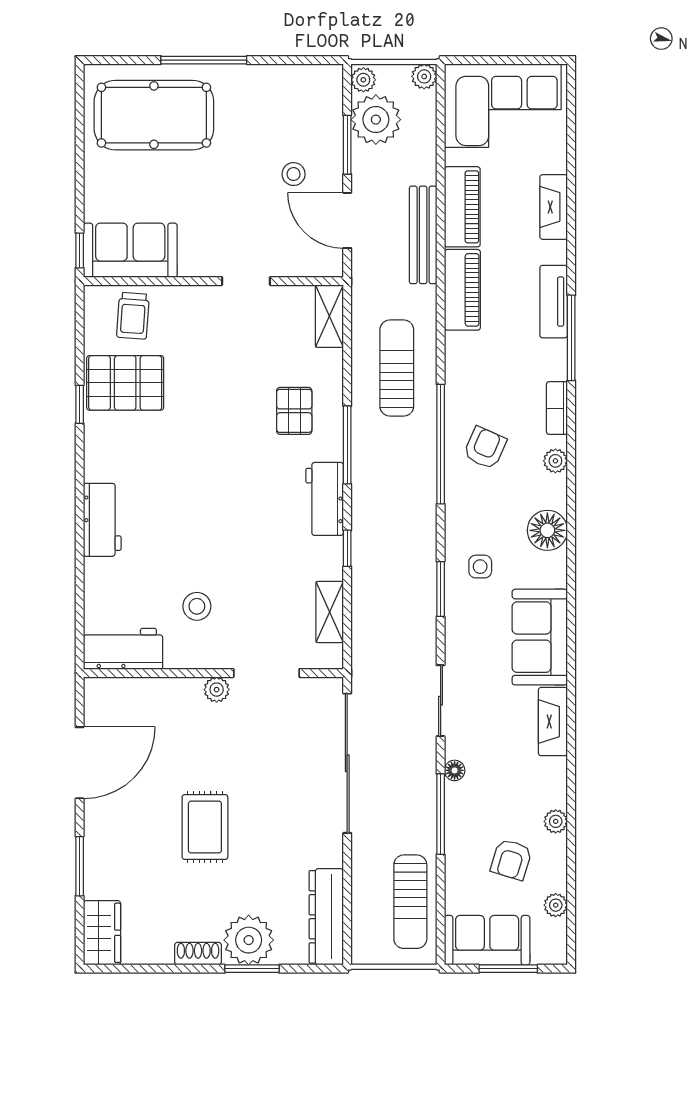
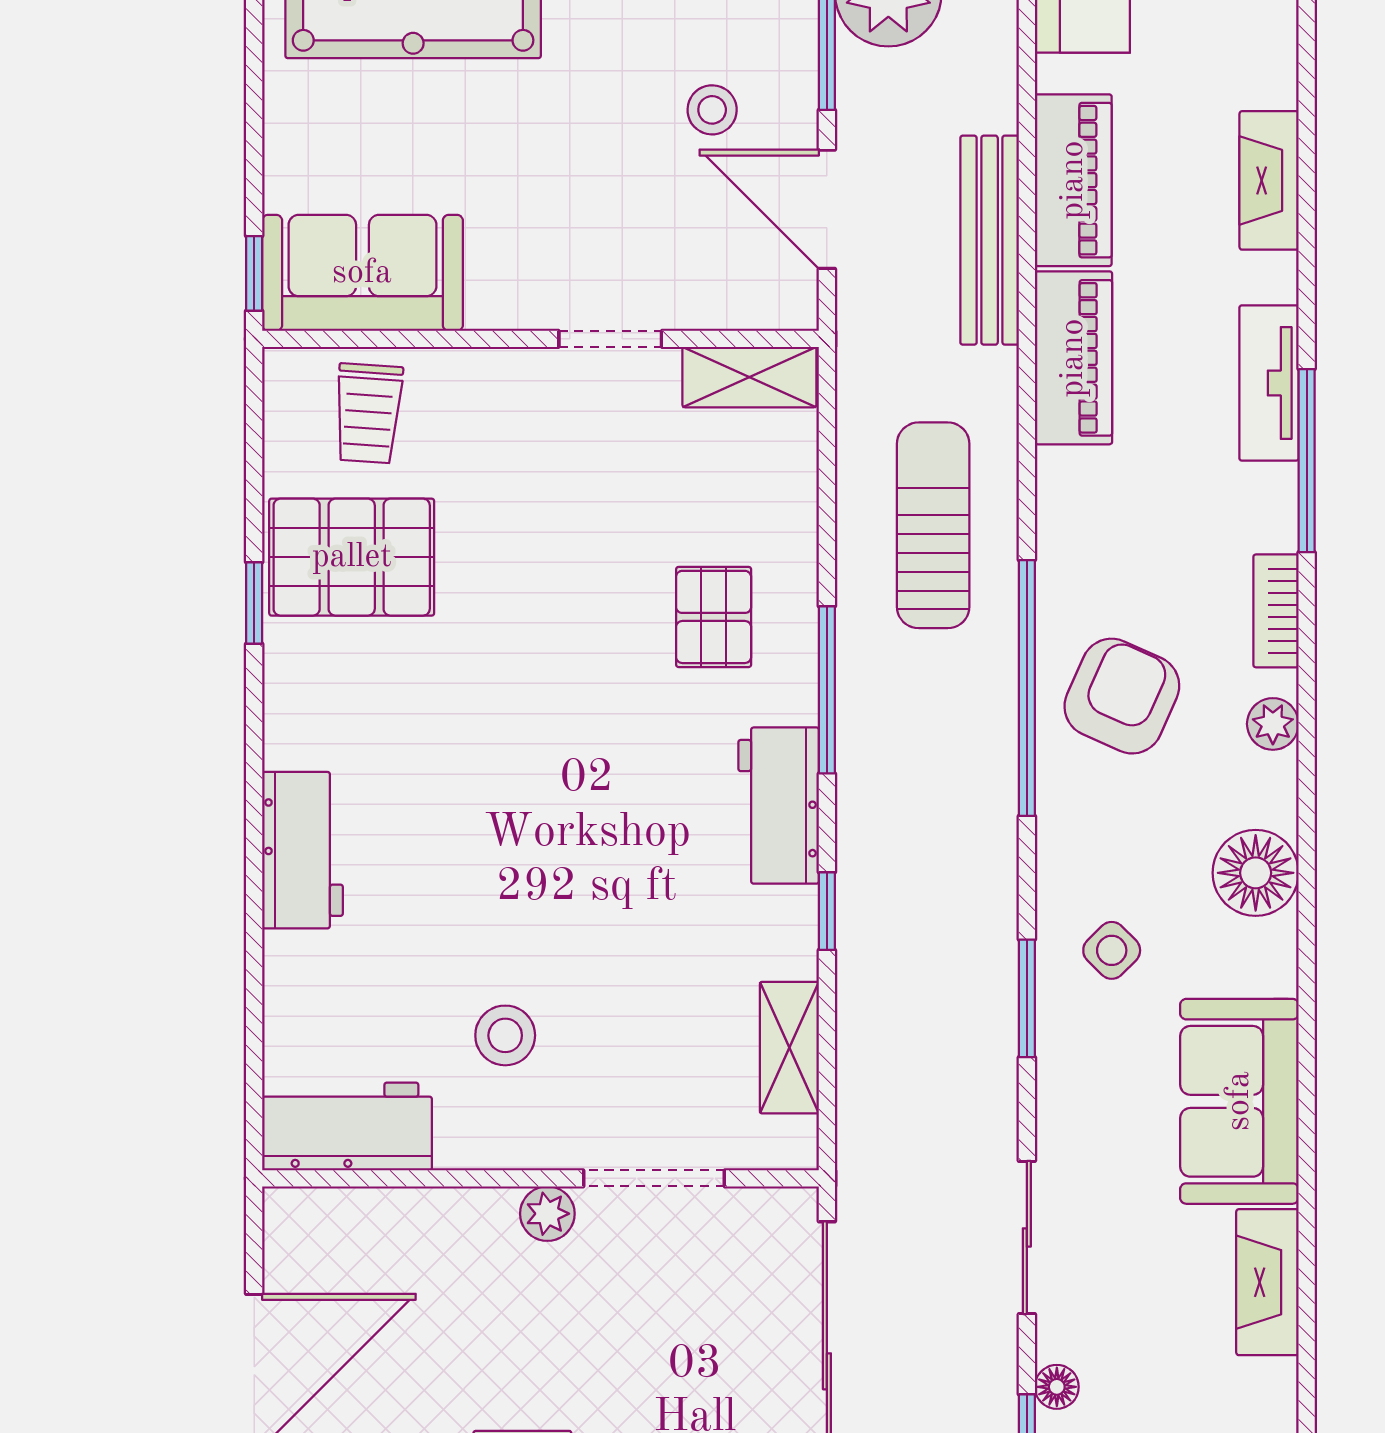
shelving: (329, 316) -> (749, 377), moved, turned 90
armchair: (485, 448) -> (1122, 696), width x1.38, depth x1.38
side table: (480, 567) -> (1112, 950), turned 45

